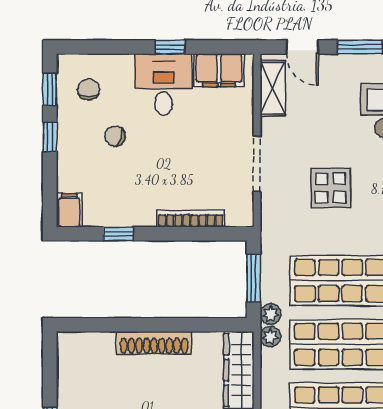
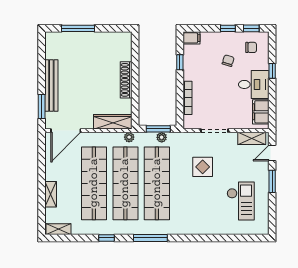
window: (170, 47) -> (272, 71), moved
plant: (271, 314) -> (162, 137), moved

